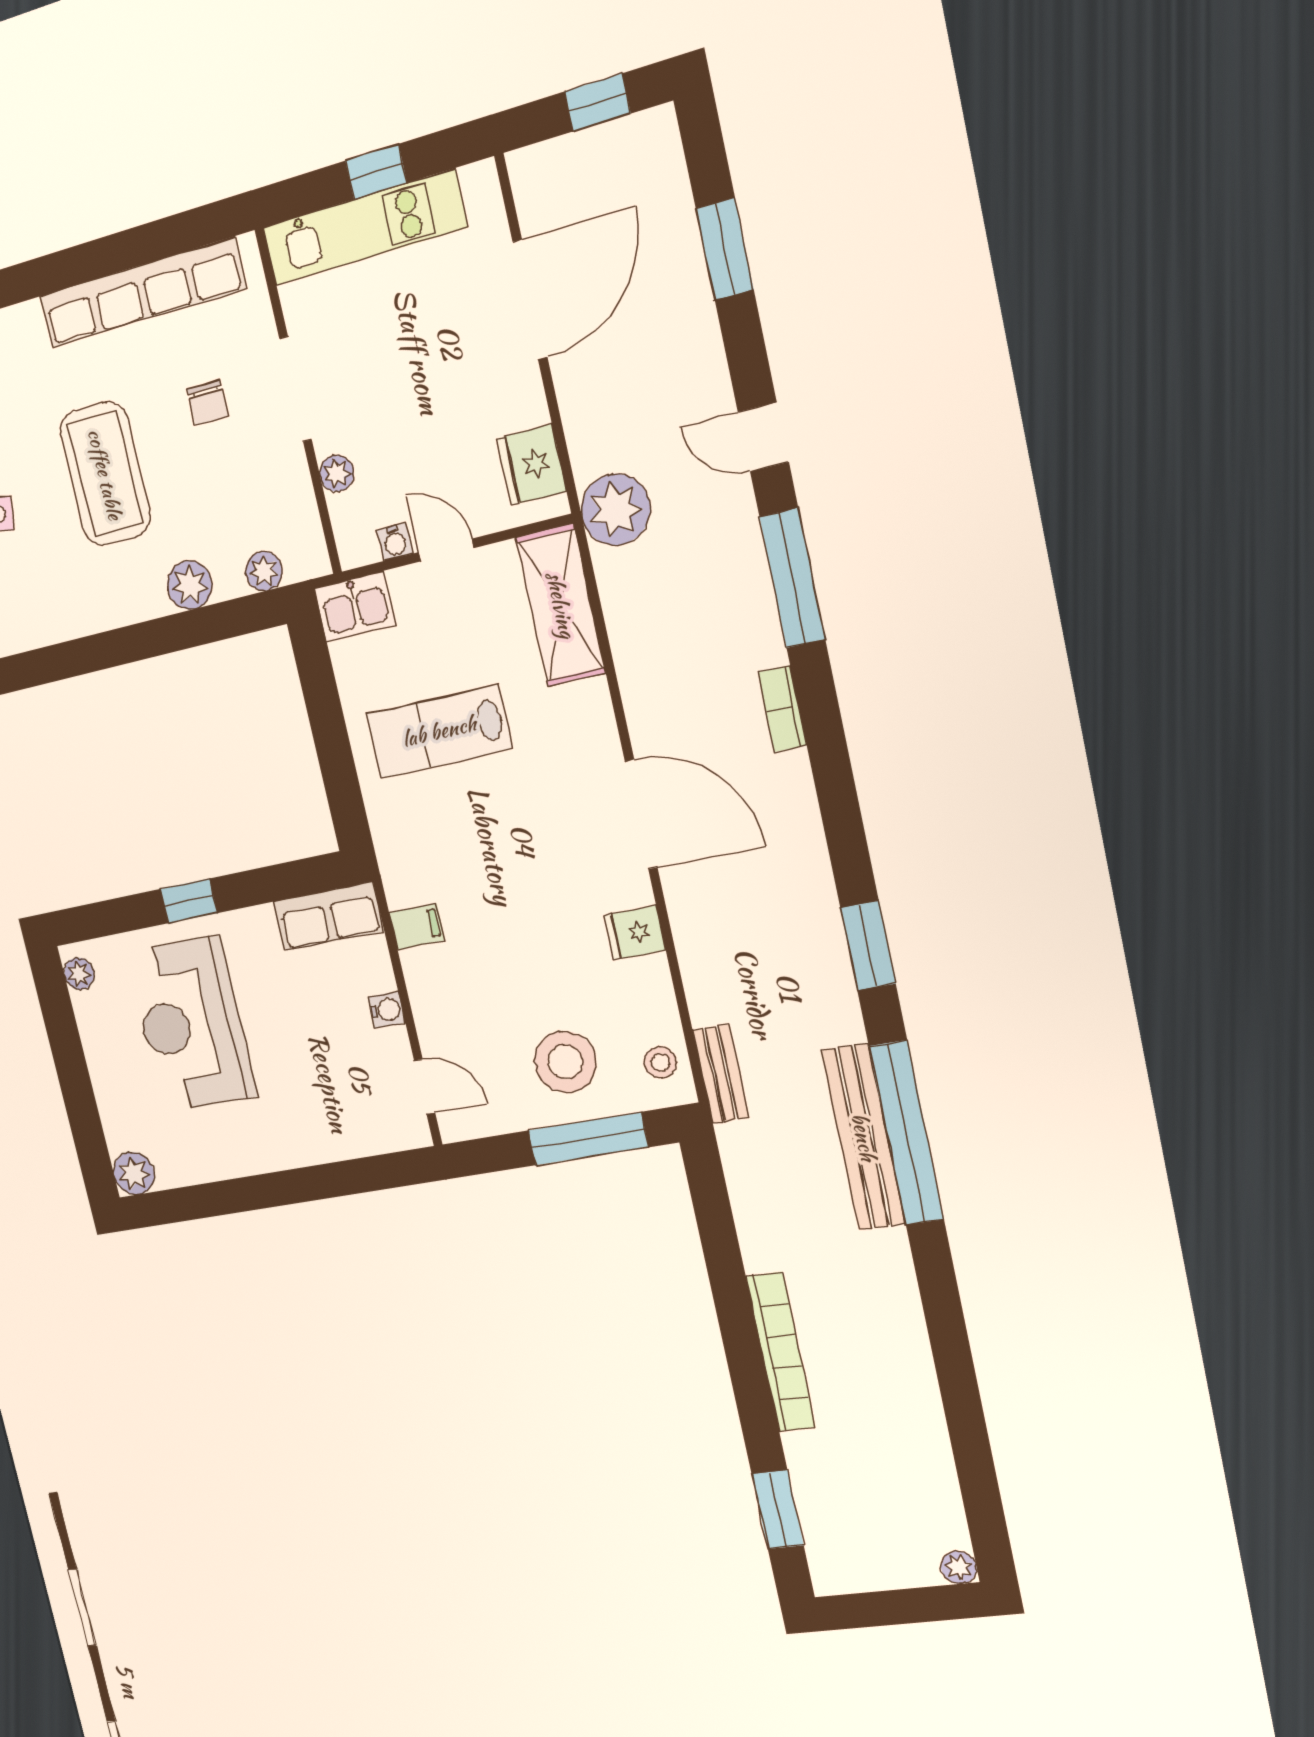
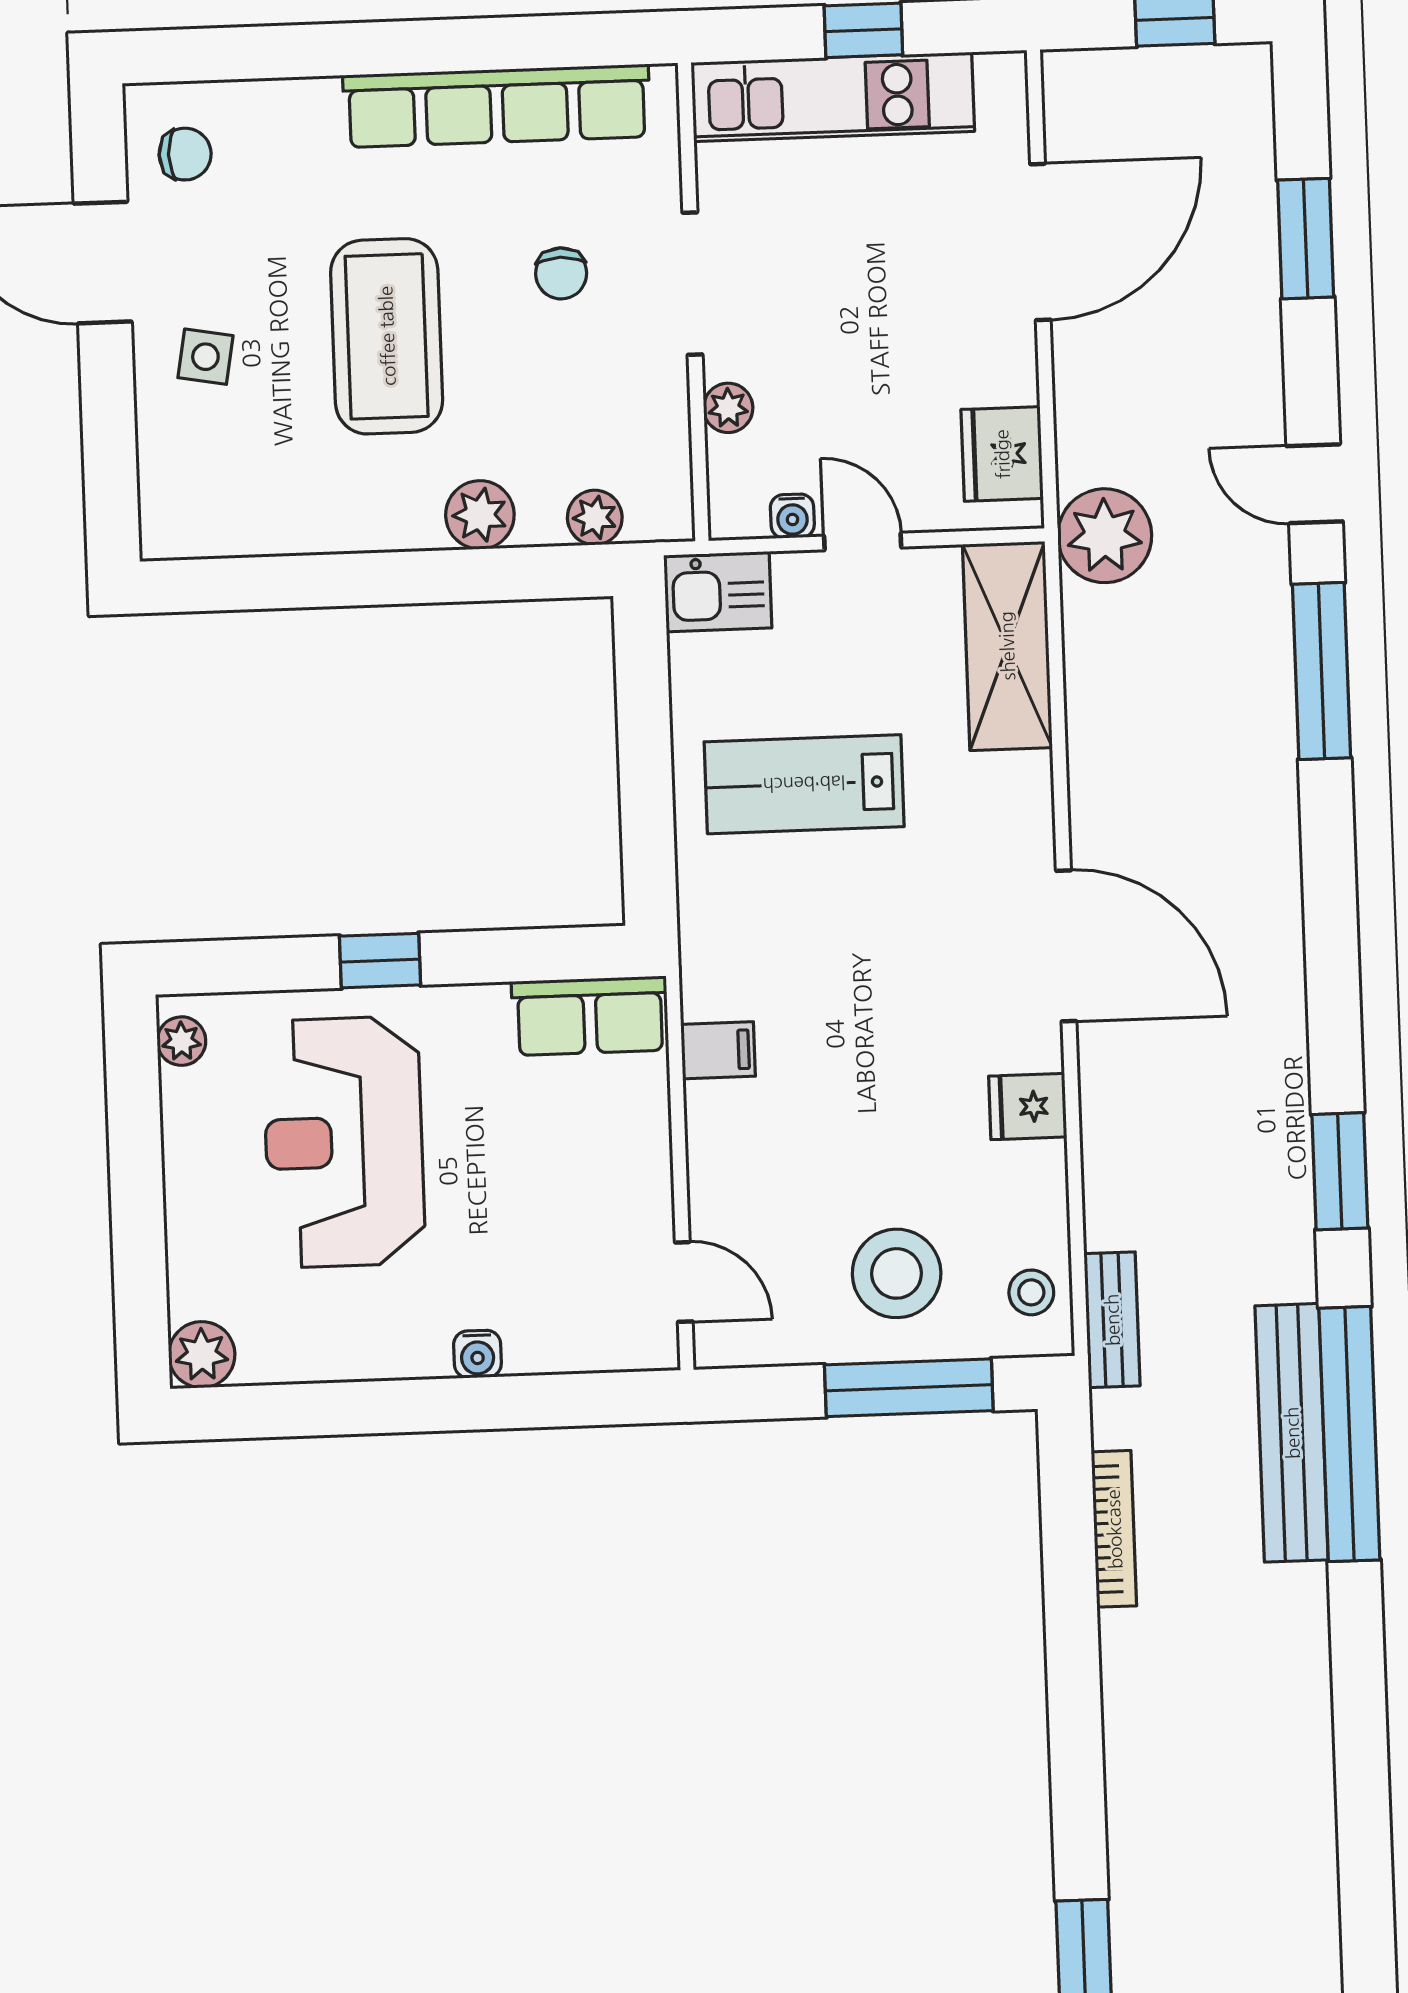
bookcase: (782, 709) -> (1280, 838), removed
water cooler: (387, 1010) -> (477, 1354), moved, turned 90
bookcase: (781, 1352) -> (1114, 1529), moved, width x0.68, depth x0.76

